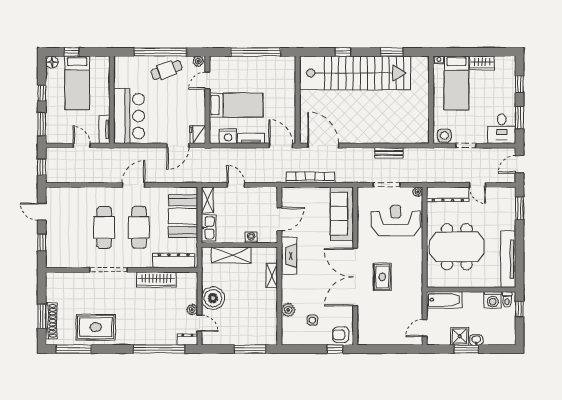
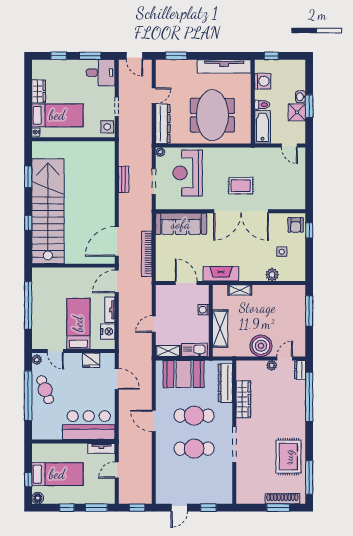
fridge: (198, 135) -> (91, 360), moved
toilet: (507, 299) -> (262, 105), moved

